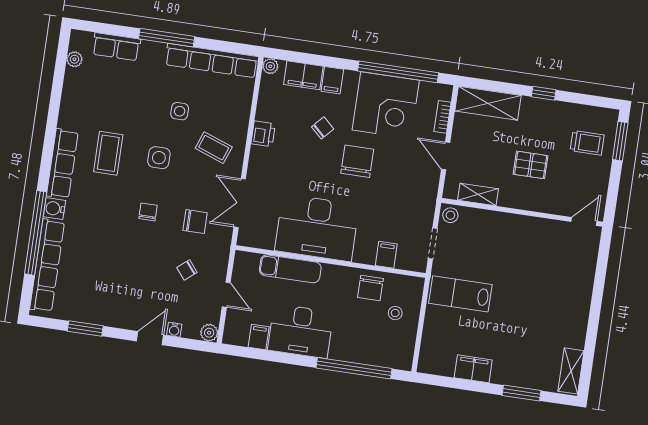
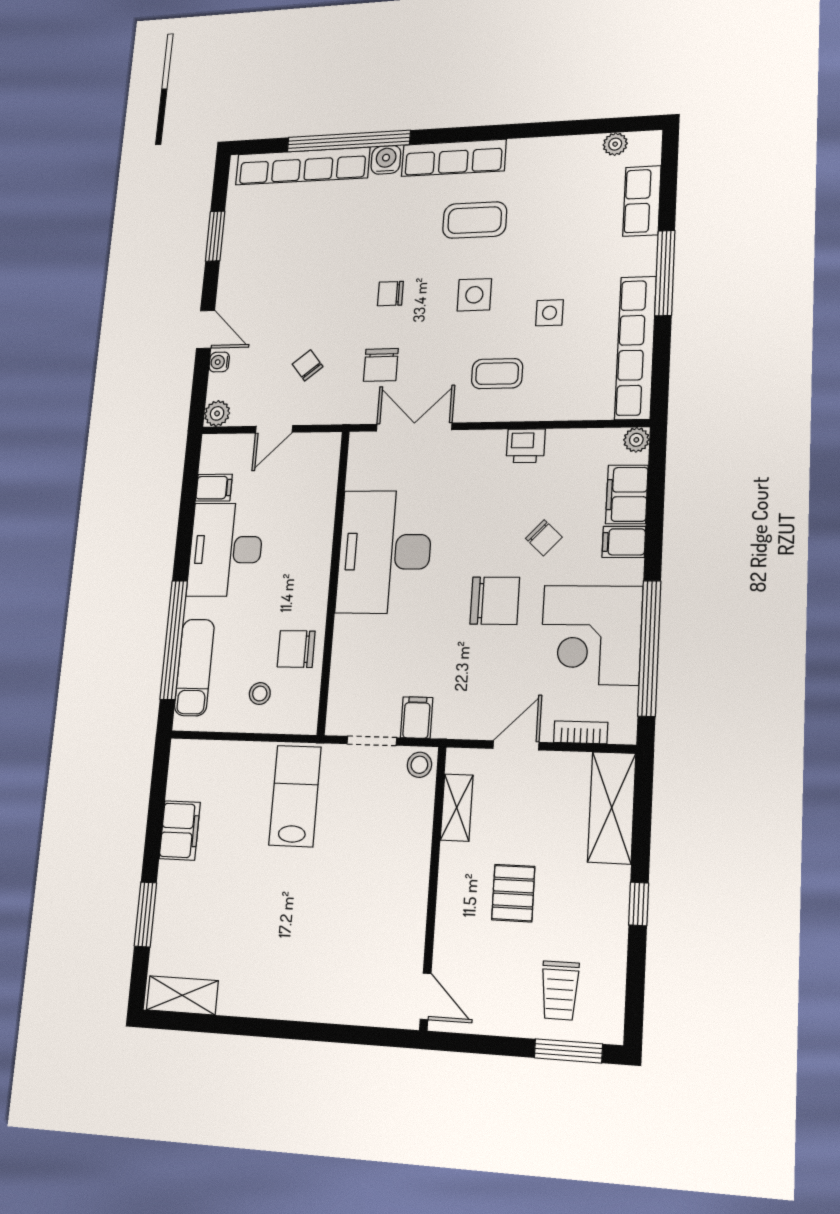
coffee table: (214, 148) -> (497, 374), turned 70
chair: (148, 212) -> (390, 294), turned 180
filing cabinet: (386, 255) -> (417, 718), moved, turned -90
exam couch: (290, 269) -> (194, 667), moved, turned 180

